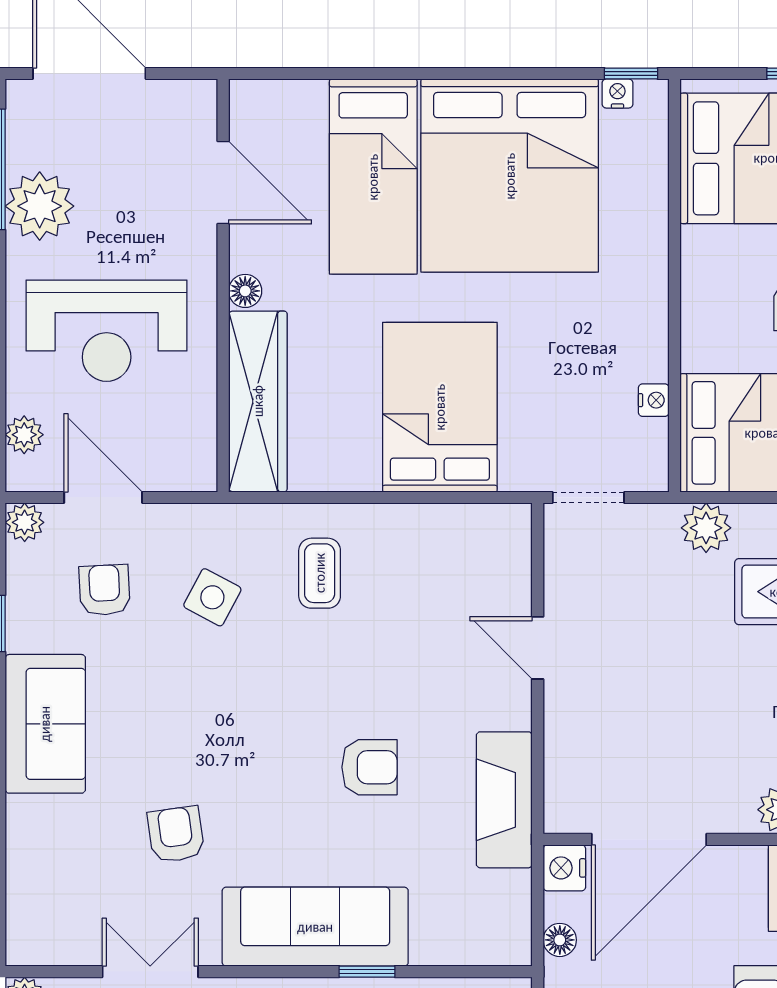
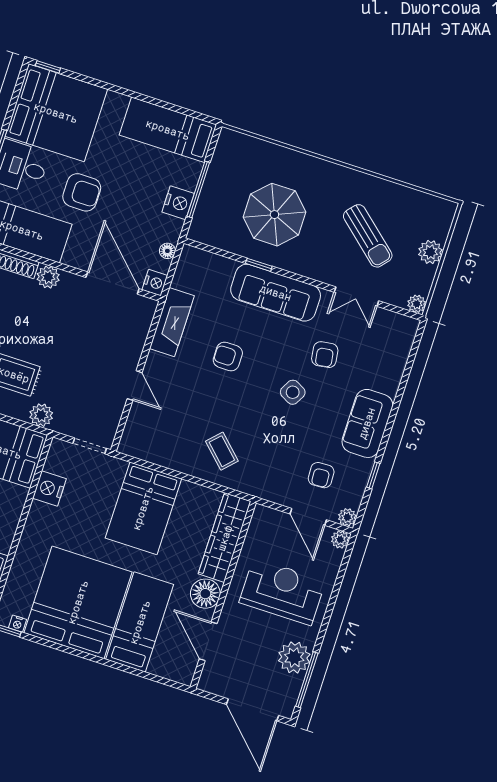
floor lamp: (245, 291) -> (205, 594), width x1.89, depth x1.89
nightstand: (654, 400) -> (49, 488), width x1.89, depth x1.79
plant: (24, 435) -> (340, 540), moved
coffee table: (320, 573) -> (222, 451), turned -46
side table: (212, 597) -> (293, 392), moved
door: (649, 839) -> (113, 283), hinge flipped

